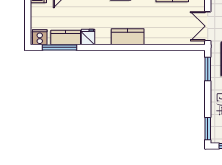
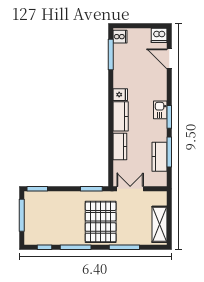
kitchen counter: (66, 37) -> (120, 147), moved
fridge: (88, 37) -> (120, 95), moved

